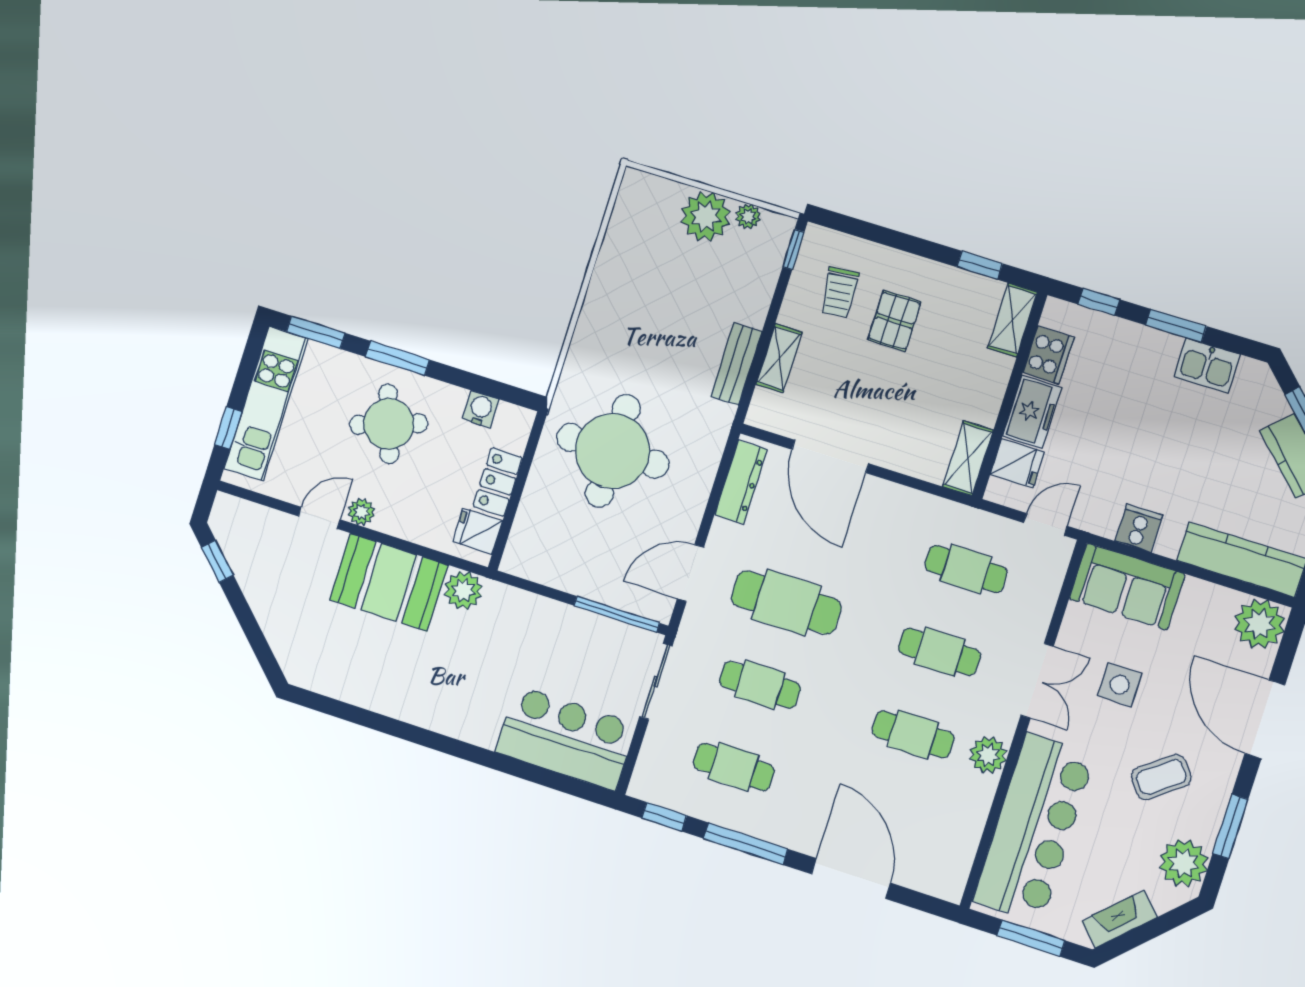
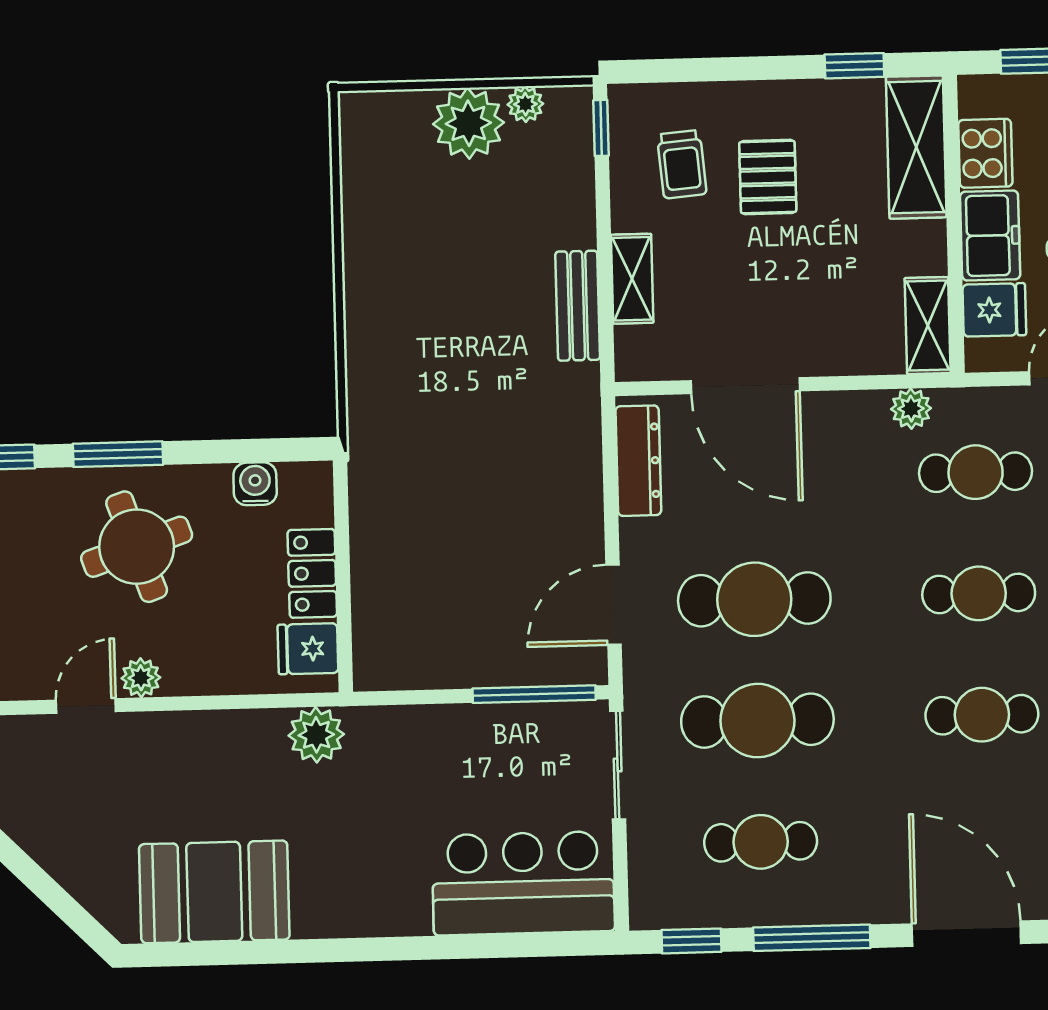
shelving: (1013, 320) -> (916, 147), width x1.50, depth x1.33
round table: (613, 451) -> (453, 478), removed
plant: (937, 511) -> (911, 409), added
booth: (389, 582) -> (214, 892), moved
cafe table: (760, 685) -> (757, 721), width x1.37, depth x1.35

